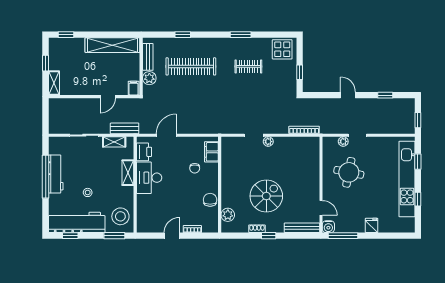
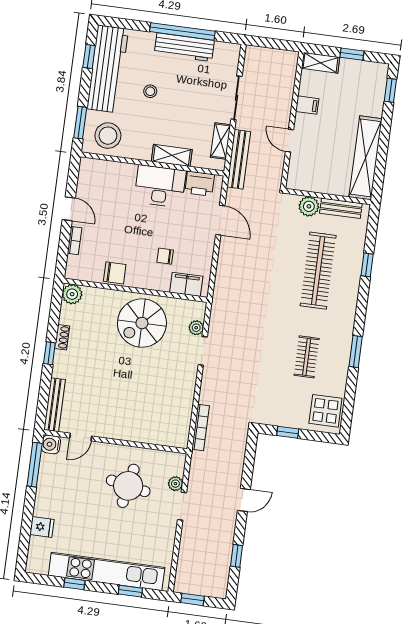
filing cabinet: (134, 88) -> (307, 105), moved
bench: (125, 128) -> (239, 159), width x1.36
plant: (268, 142) -> (196, 328), moved
spiral stairs: (266, 196) -> (142, 323), moved, turned 90
plant: (228, 215) -> (72, 294), moved
fridge: (372, 225) -> (42, 527), moved

